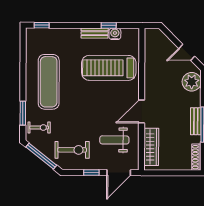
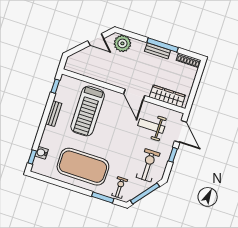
window: (109, 25) -> (55, 86), moved
water cooler: (115, 34) -> (42, 153), moved
door: (187, 52) -> (96, 40), hinge flipped
exercise mat: (49, 82) -> (83, 167), width x1.47
weight bench: (114, 140) -> (151, 126), turned 90

